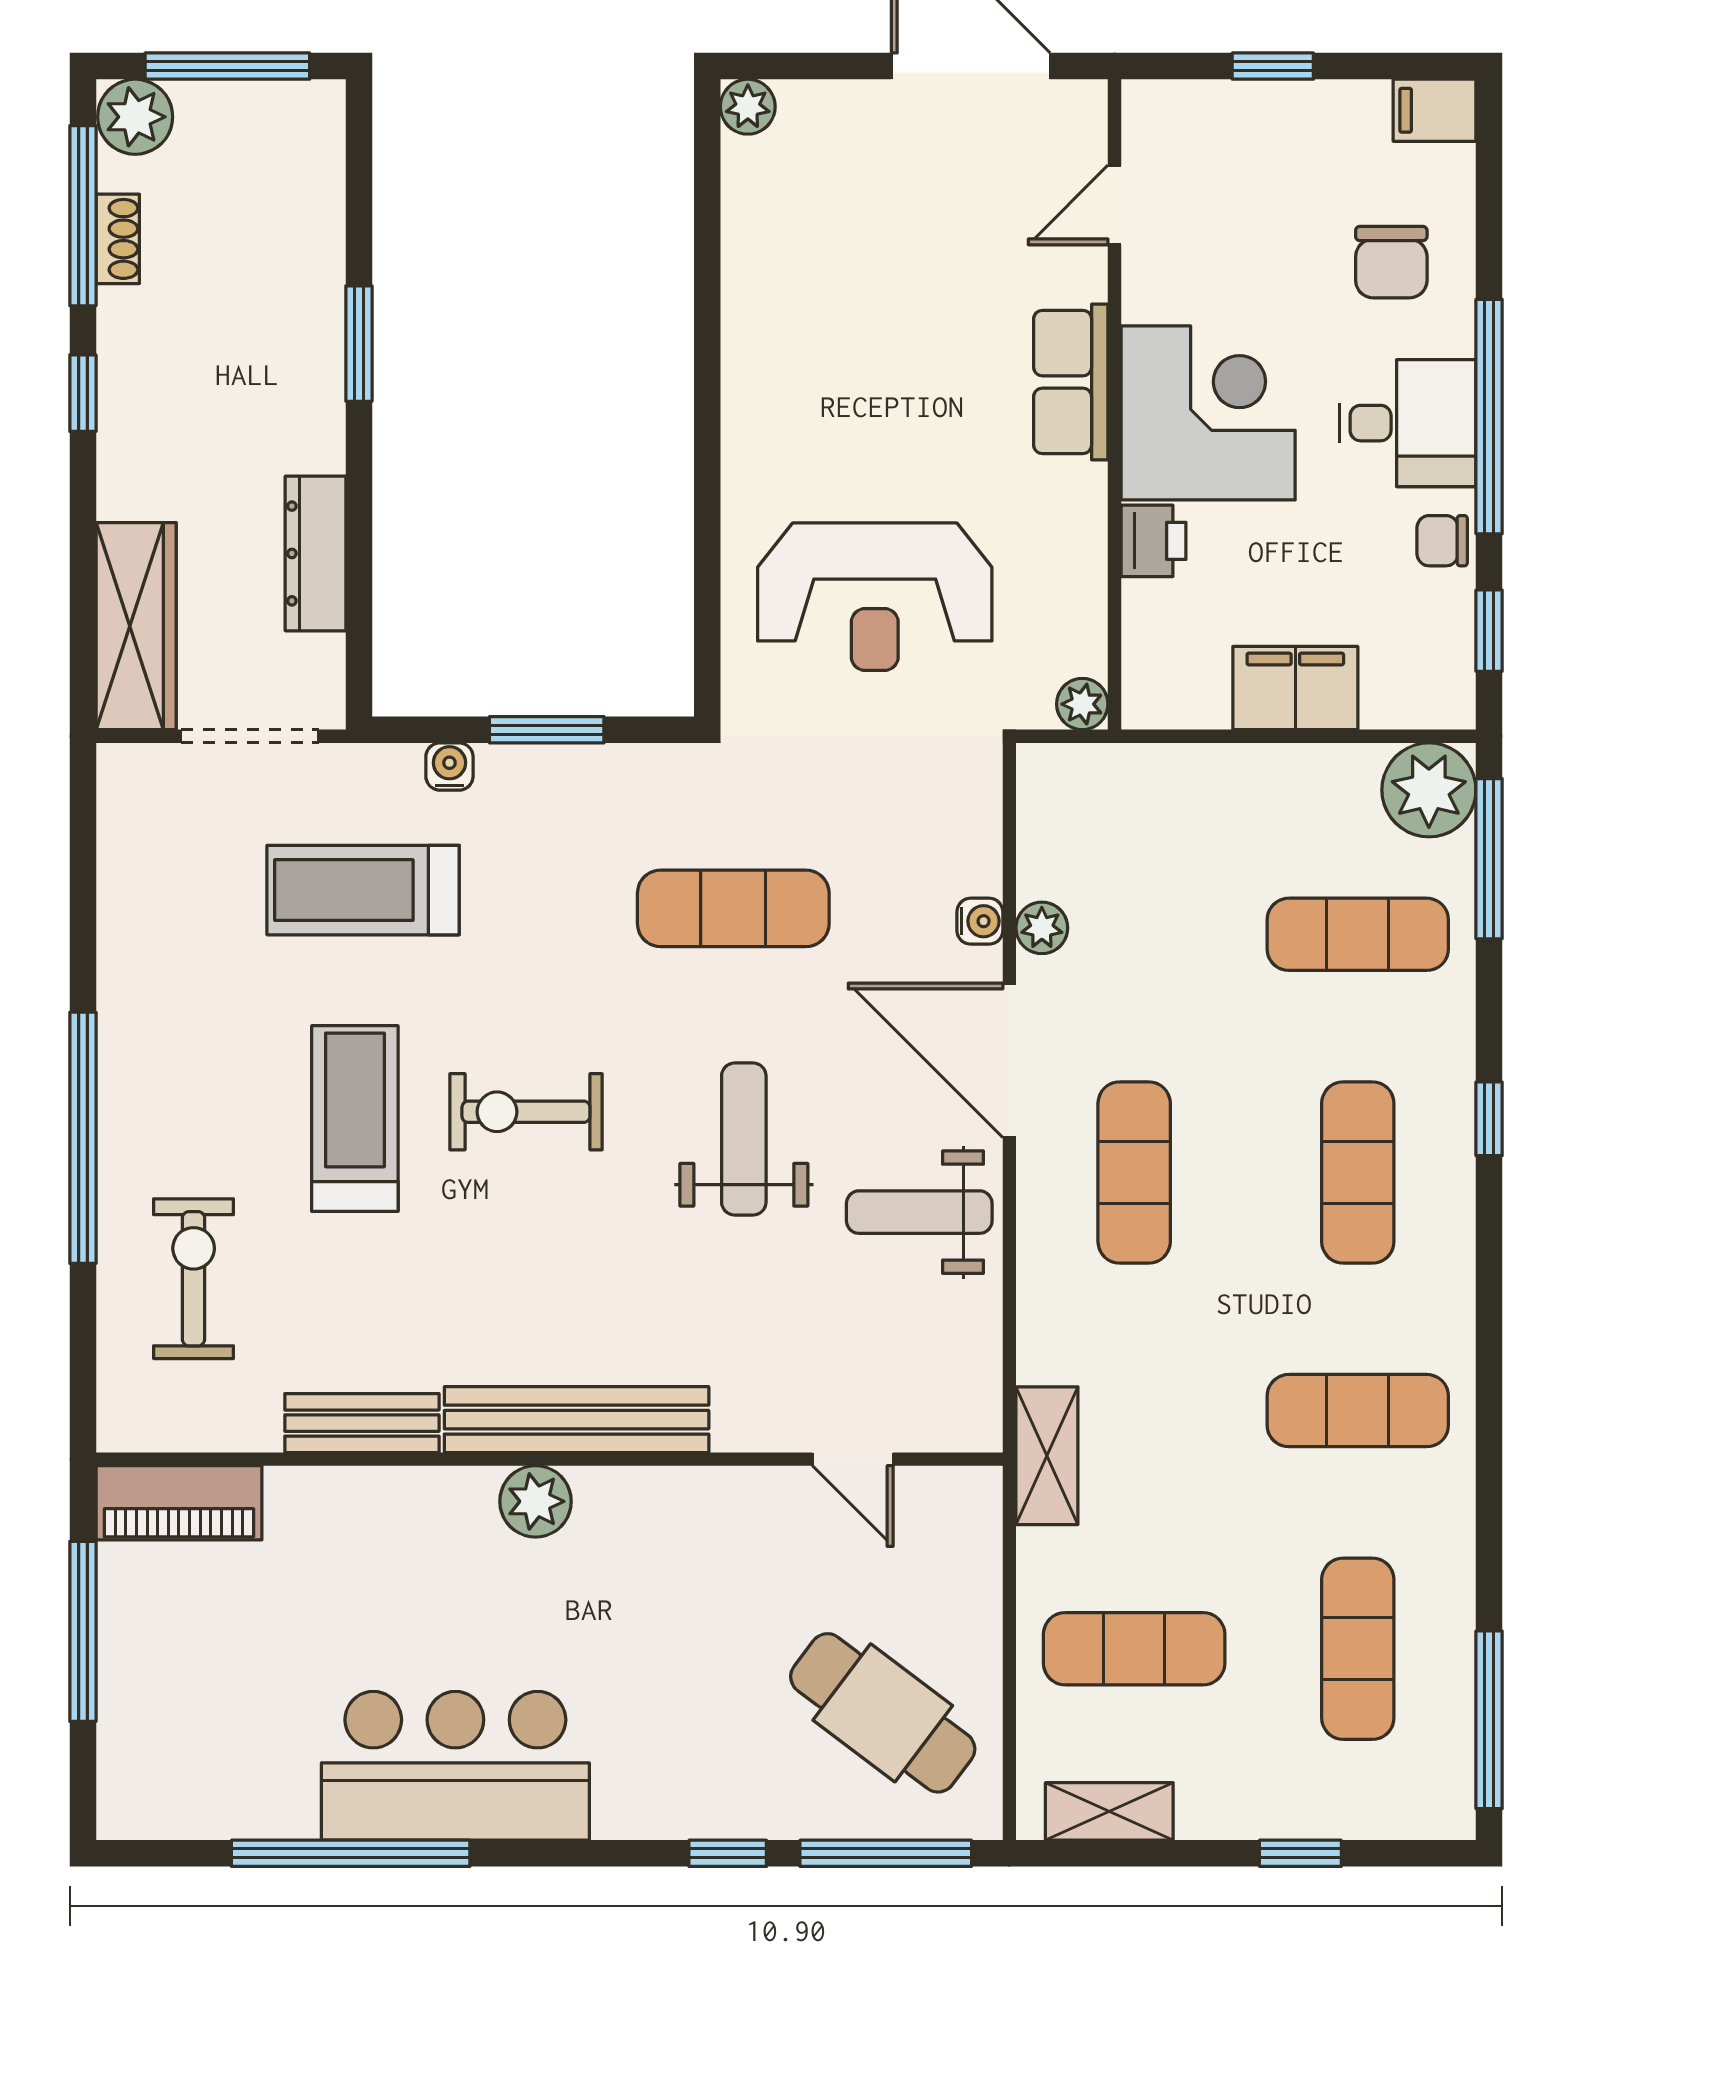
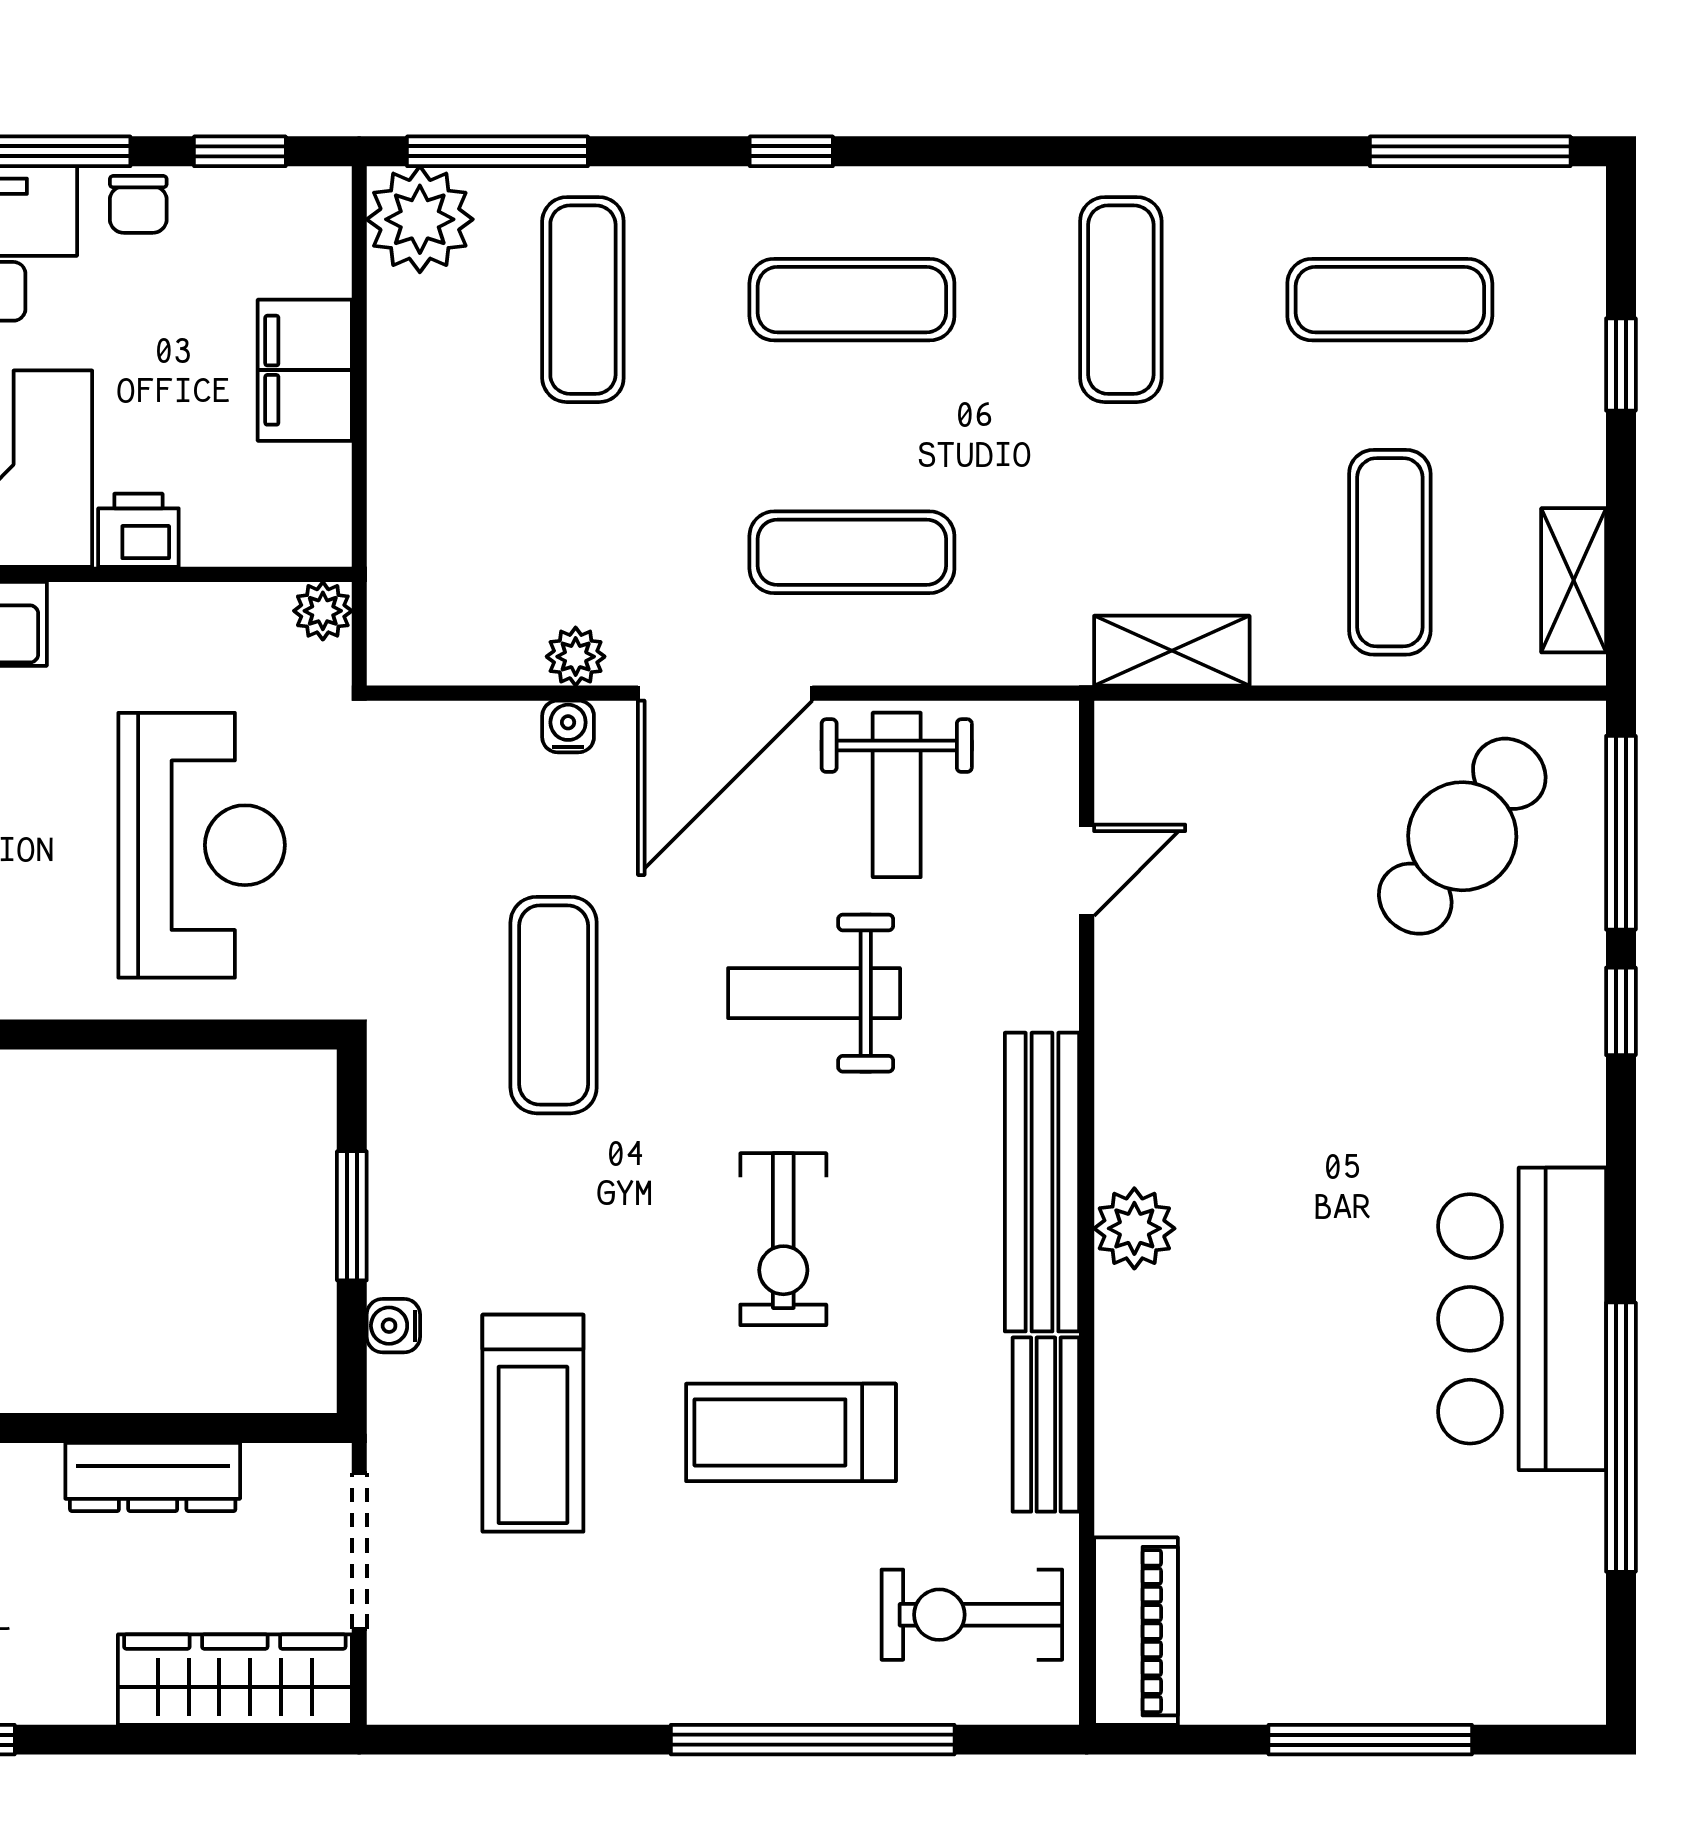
bench: (577, 1420) -> (1042, 1182), moved
bench: (362, 1423) -> (1046, 1425), moved
wall: (549, 1459) -> (1087, 1213), moved
door: (853, 1459) -> (1087, 870), moved
plant: (536, 1501) -> (1134, 1228), moved
piano: (179, 1503) -> (1136, 1631), moved

